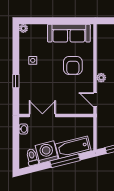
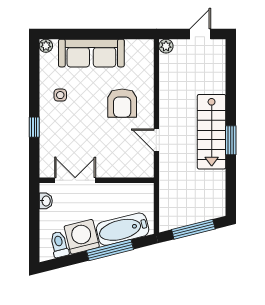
sofa: (69, 33) -> (91, 53), moved
plant: (101, 78) -> (166, 46), moved
door: (95, 100) -> (156, 140), moved

